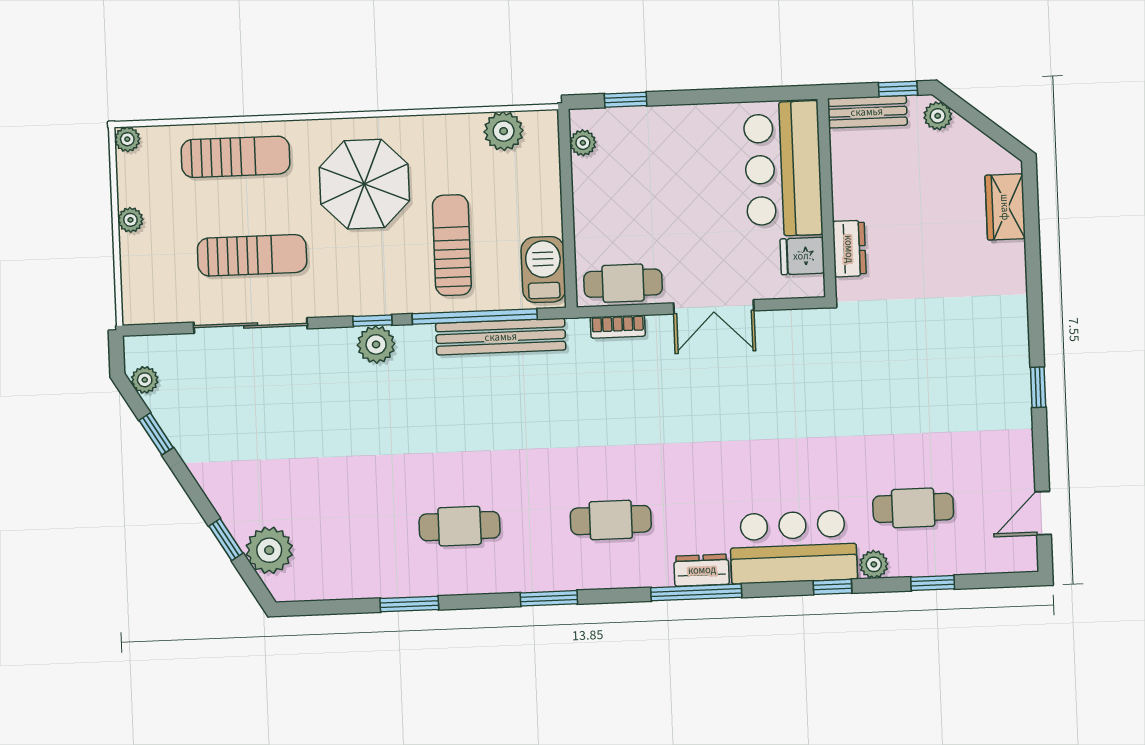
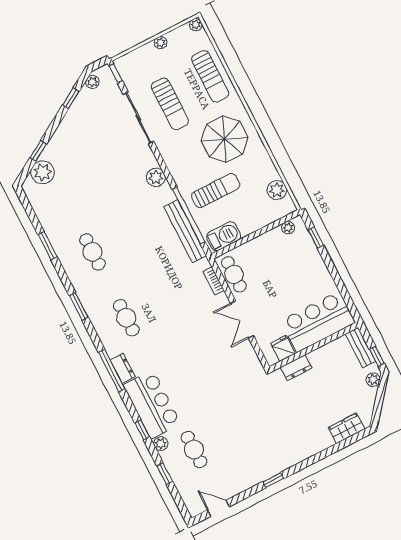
window: (372, 321) -> (116, 73), moved

